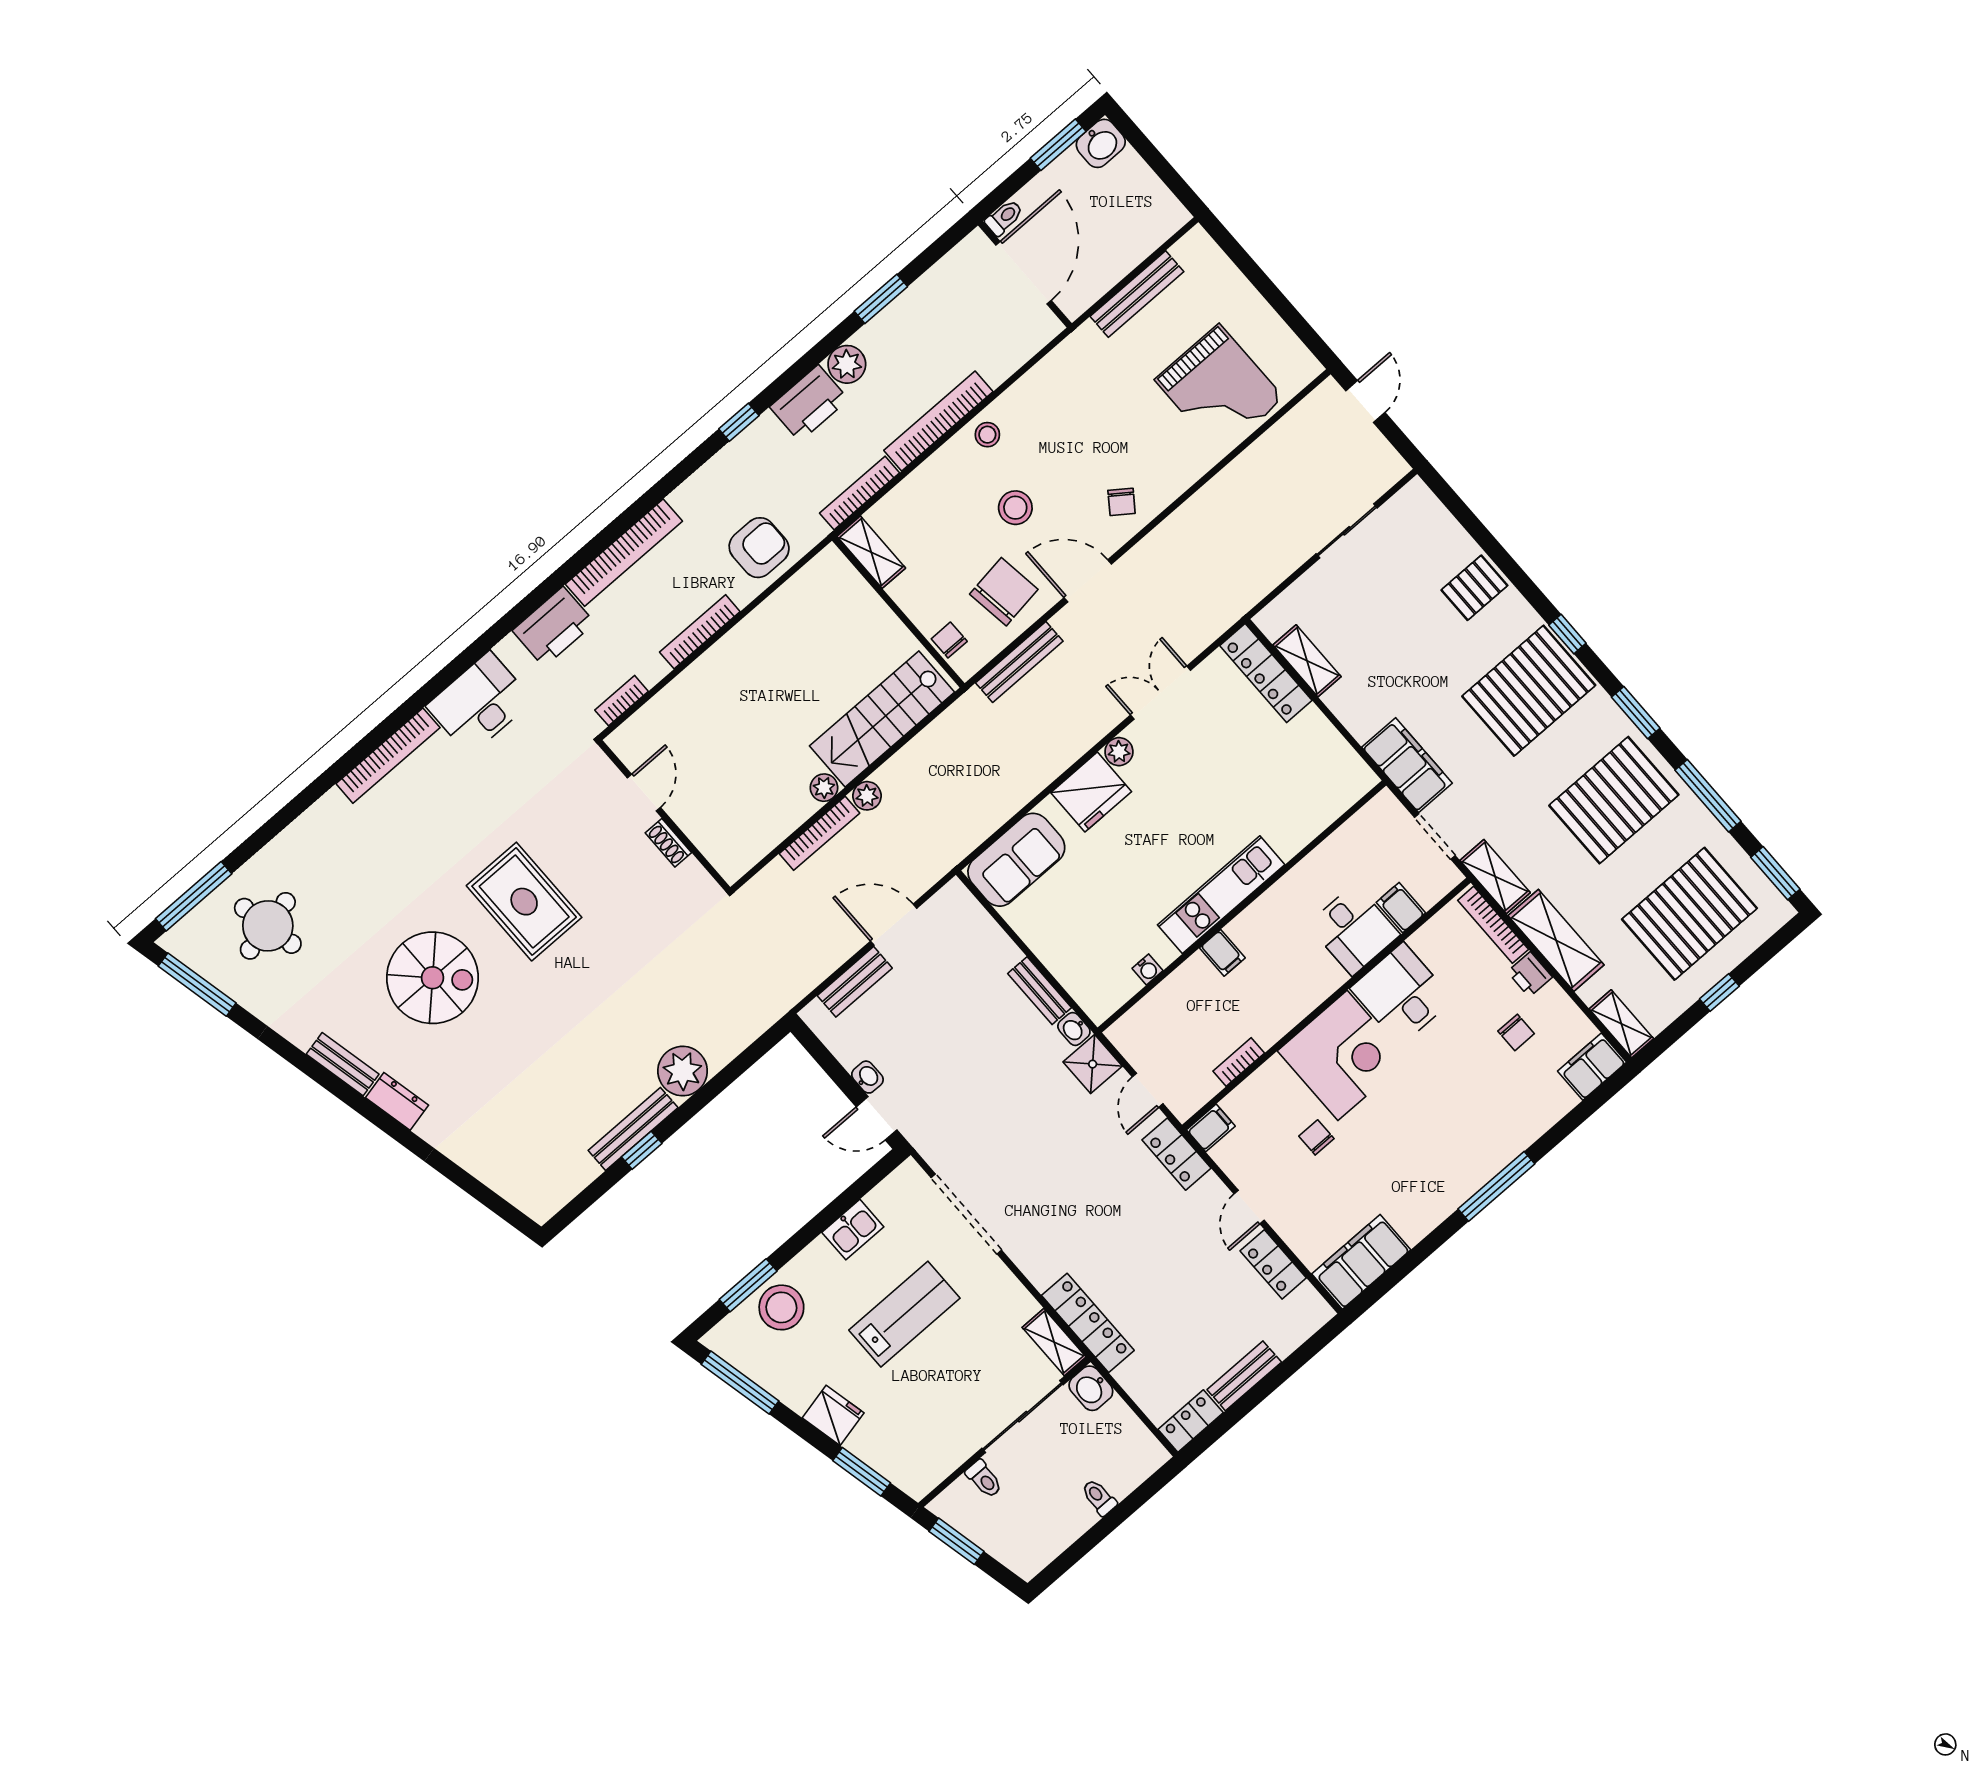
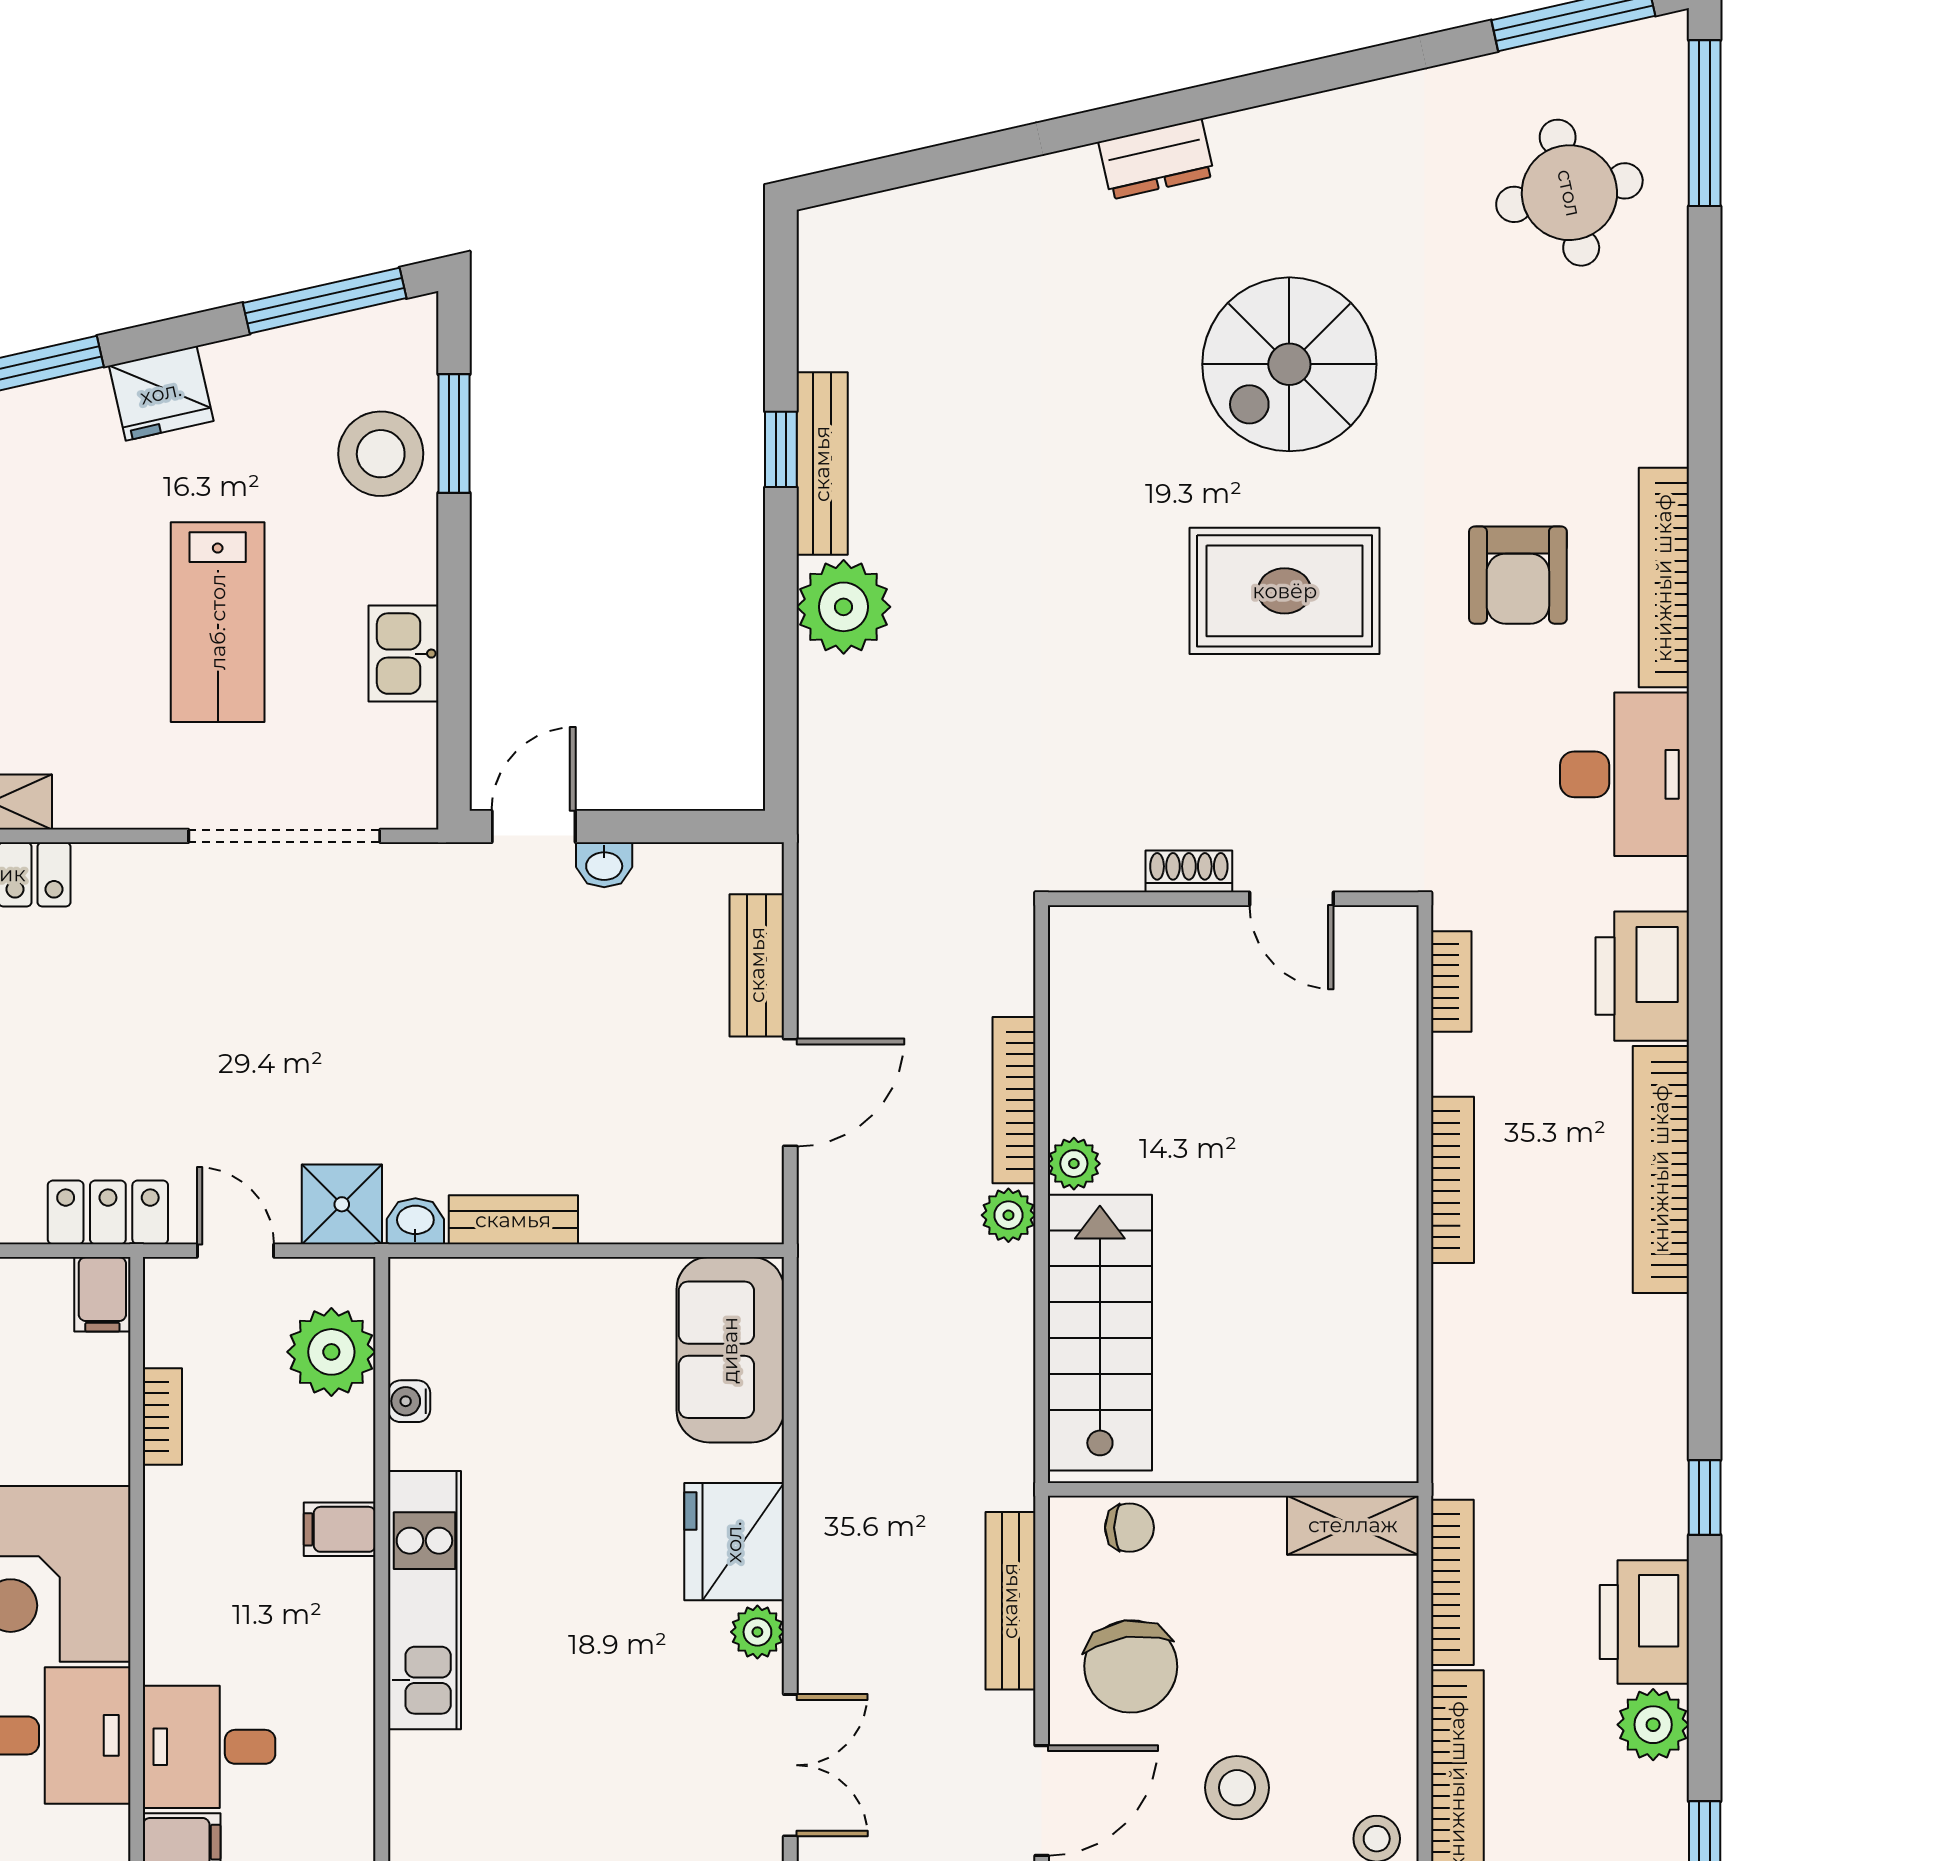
armchair: (759, 548) -> (1518, 575), moved
plant: (1155, 1017) -> (331, 1352), added
bench: (343, 1064) -> (1277, 127), removed

